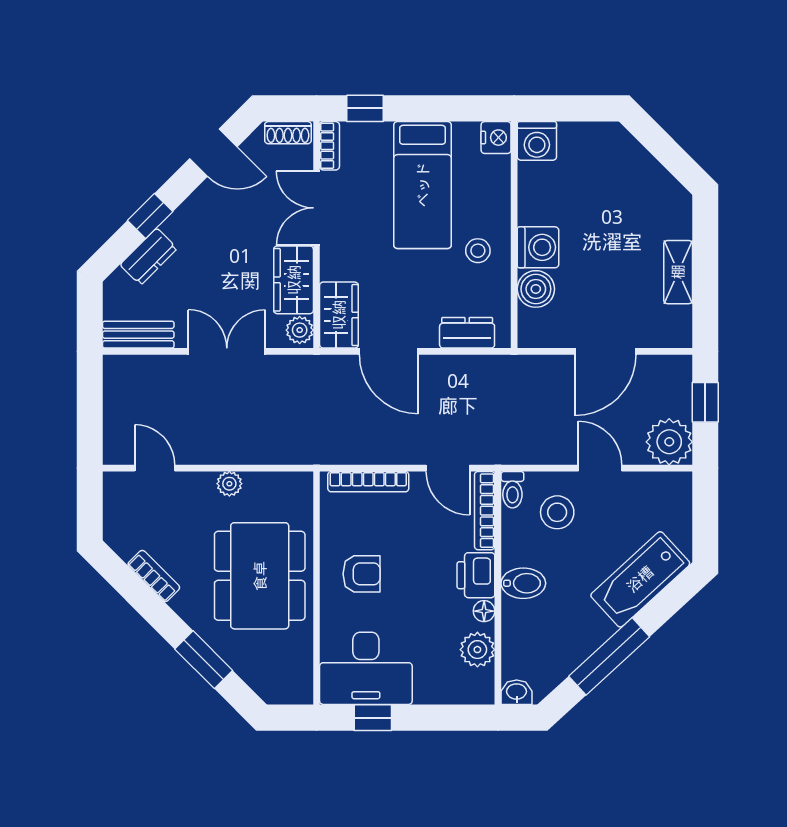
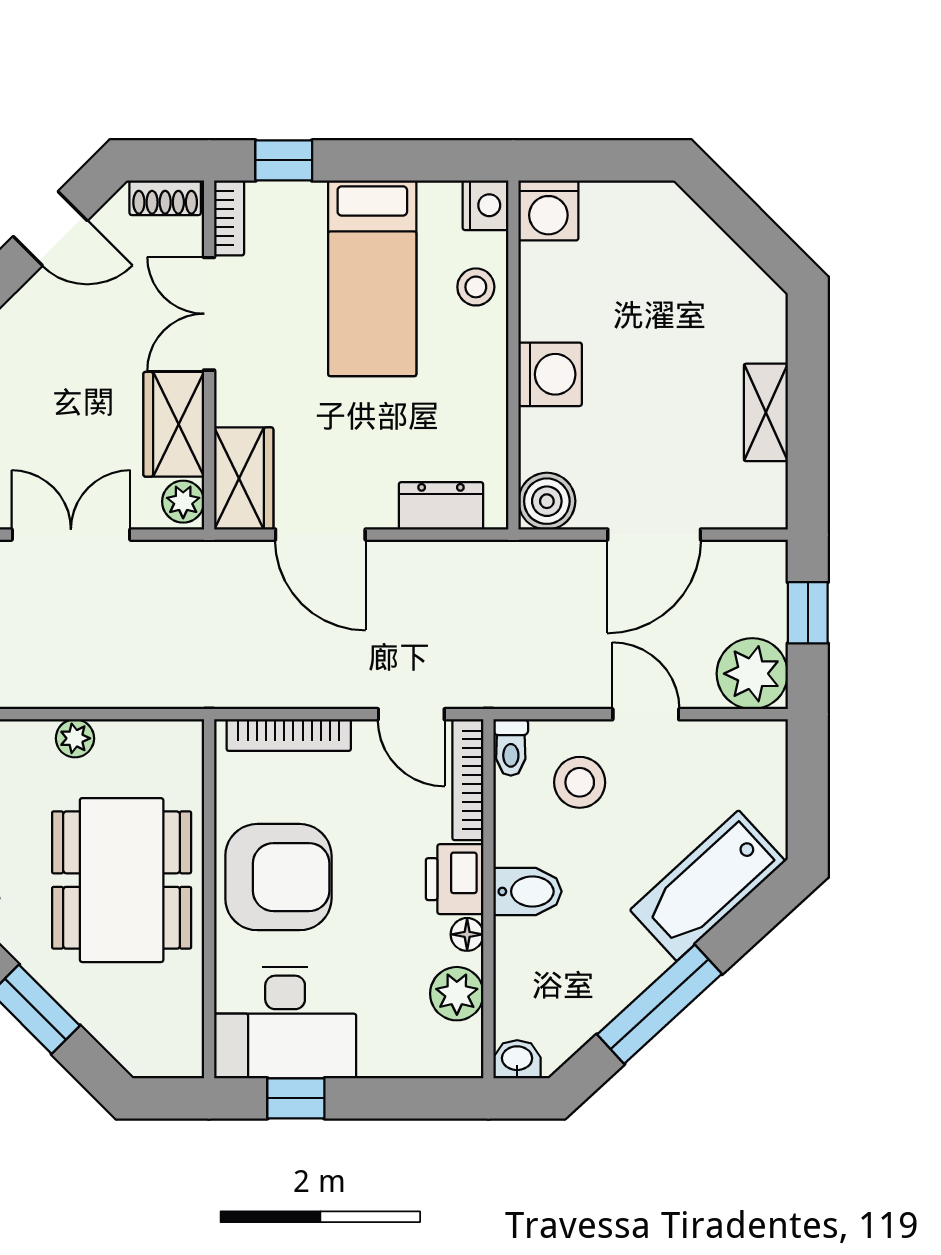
stool: (478, 251) -> (476, 287), moved
boiler: (536, 289) -> (547, 501), moved
armchair: (362, 574) -> (278, 877), width x1.88, depth x1.88

